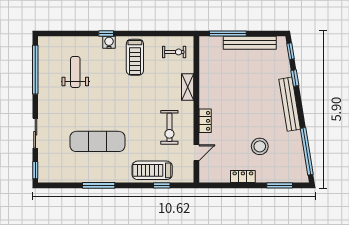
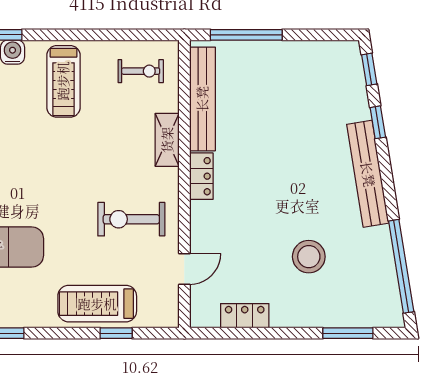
bench: (250, 43) -> (202, 99), moved, turned 90
locker: (205, 121) -> (201, 176), moved
exercise bike: (169, 127) -> (131, 219), turned 90
locker: (243, 176) -> (245, 316), moved

